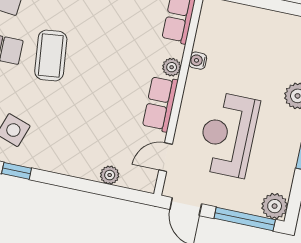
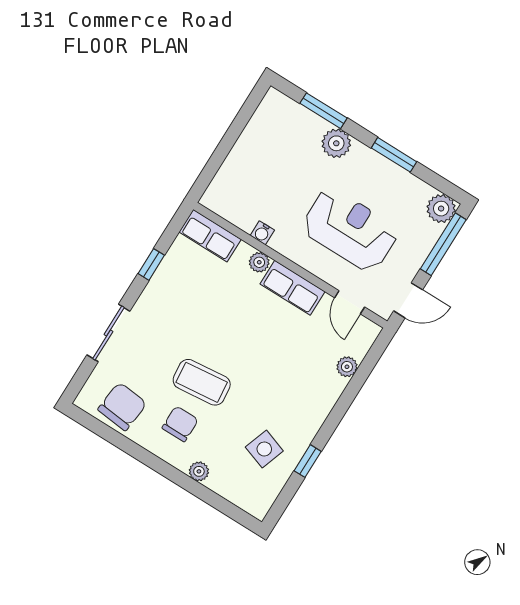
reception desk: (228, 135) -> (350, 230), turned 180

